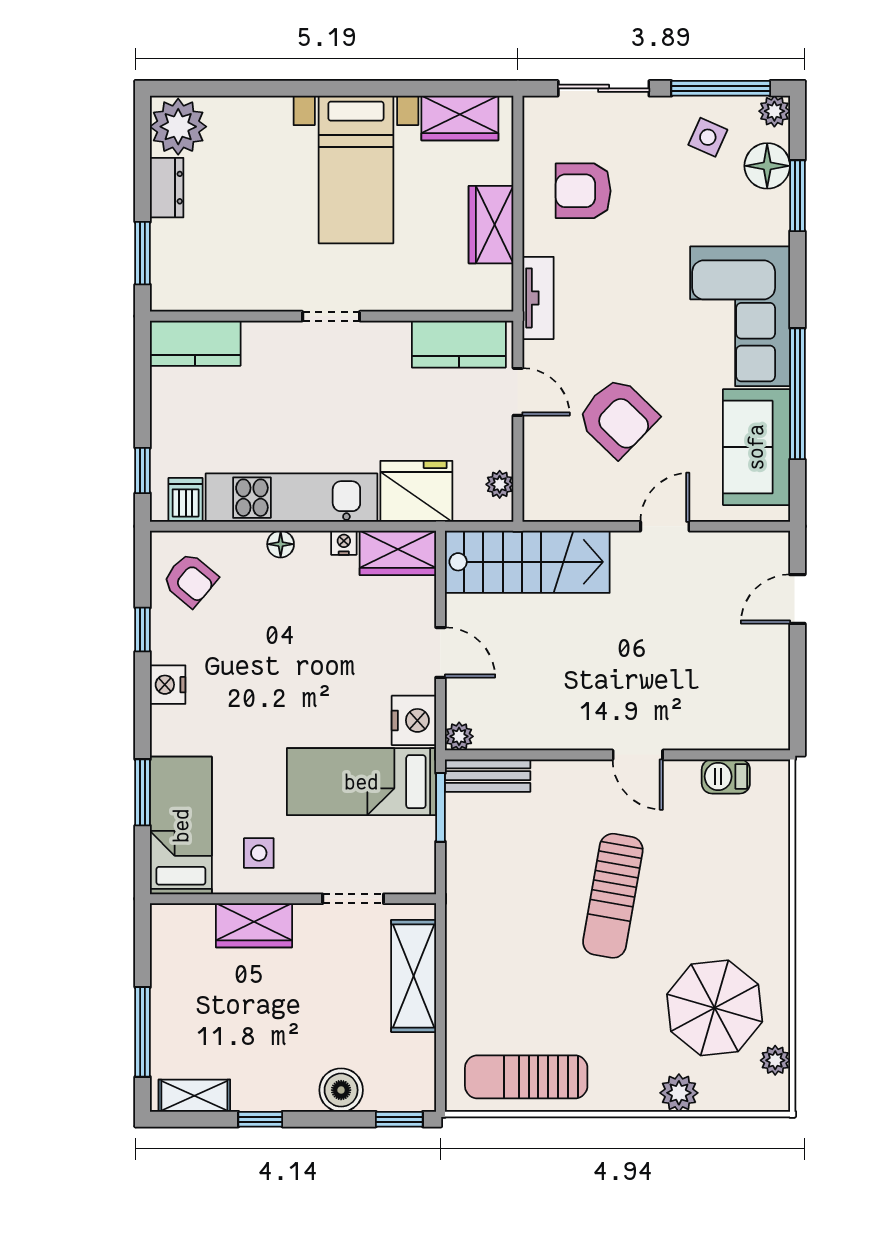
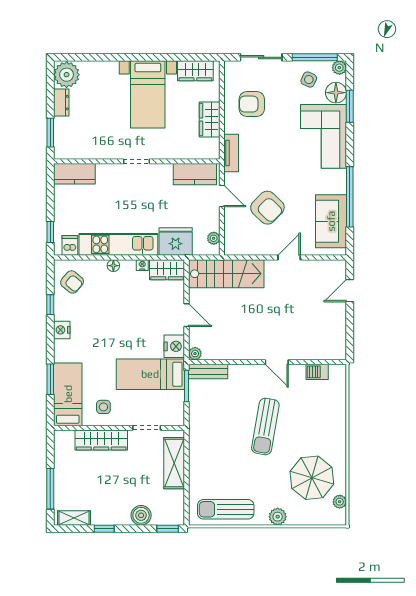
corner sofa: (740, 316) -> (324, 136), moved
wardrobe: (254, 925) -> (101, 440), width x1.50
plant: (679, 1093) -> (278, 517), moved

